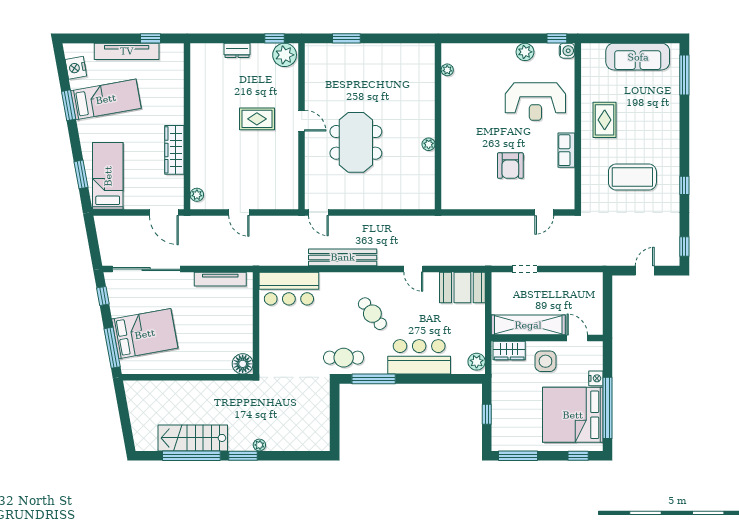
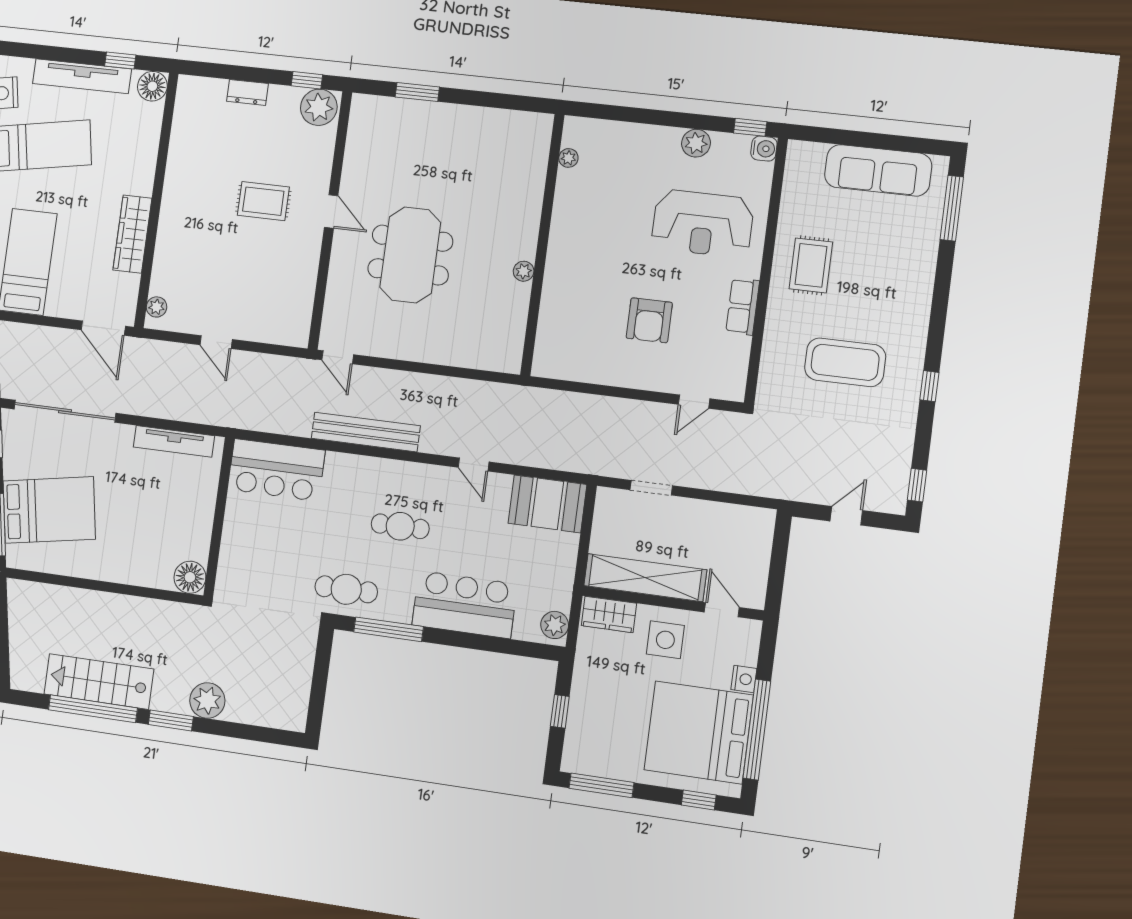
floor lamp: (174, 53) -> (152, 86), added
cafe table: (372, 314) -> (400, 526), turned -52
plant: (259, 445) -> (207, 700), width x1.88, depth x1.88

